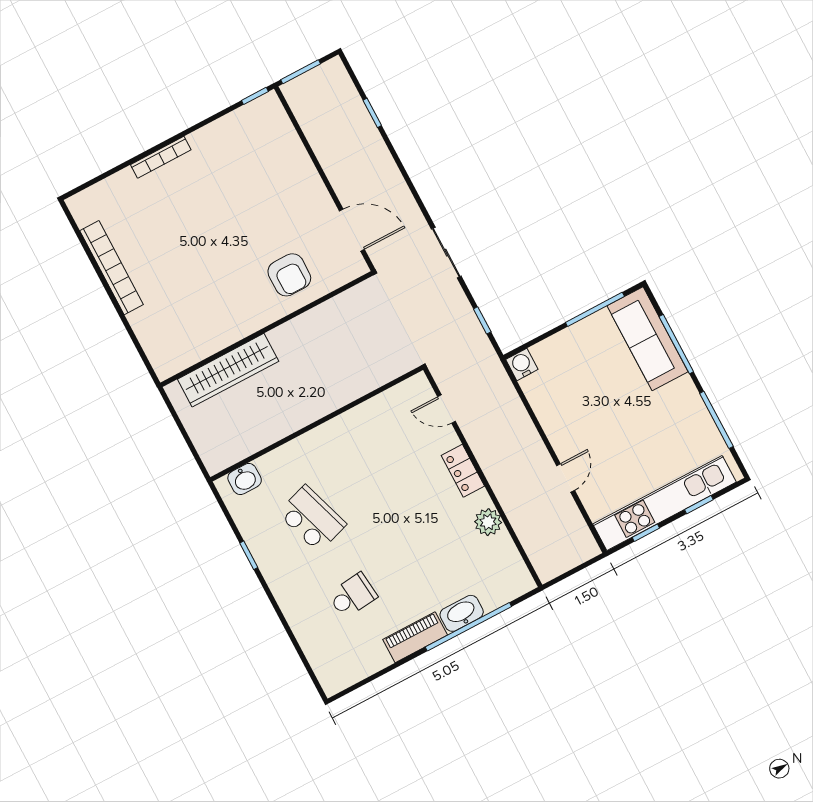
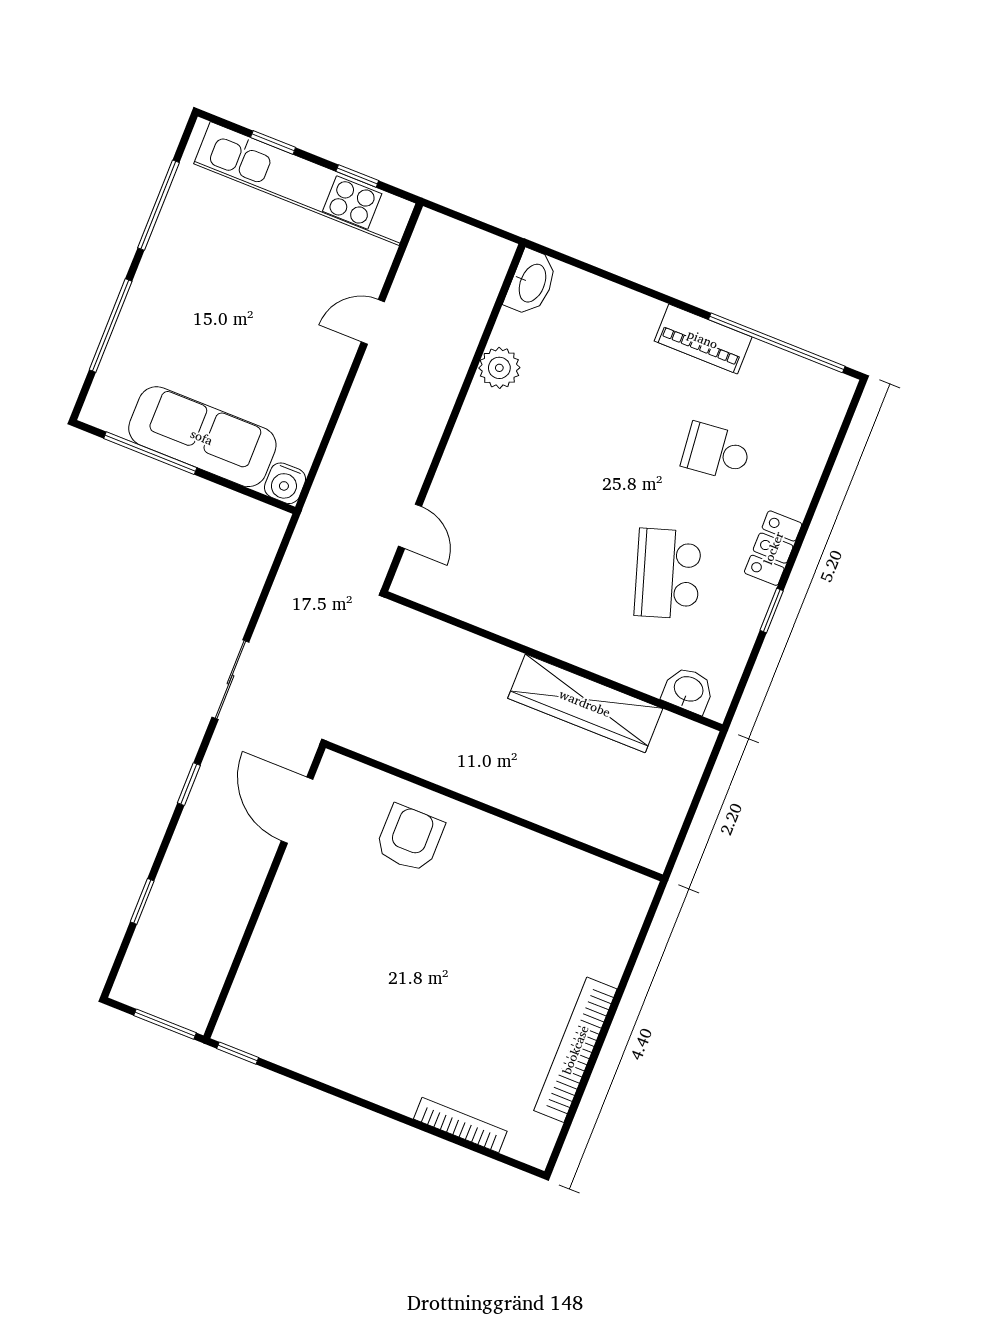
bookcase: (161, 157) -> (460, 1125), moved
window: (482, 320) -> (189, 784), moved
sofa: (648, 339) -> (202, 437), moved, turned -90
wardrobe: (228, 370) -> (585, 703), moved, turned 180
locker: (463, 471) -> (773, 548), moved, turned 180
washbasin: (462, 613) -> (531, 283), moved, turned -90
window: (468, 627) -> (777, 343), moved

